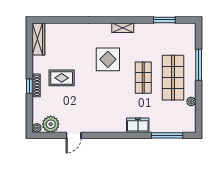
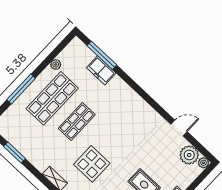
freezer: (138, 125) -> (101, 70), moved

